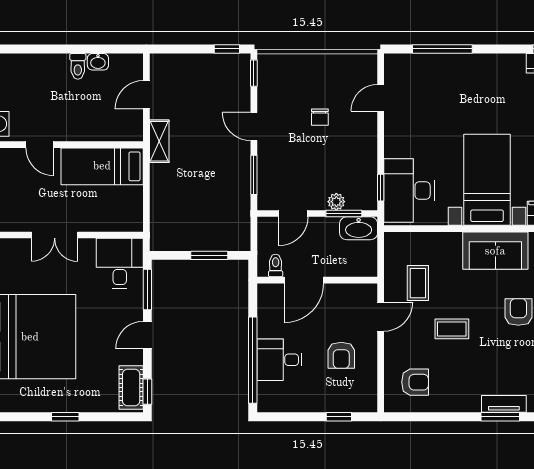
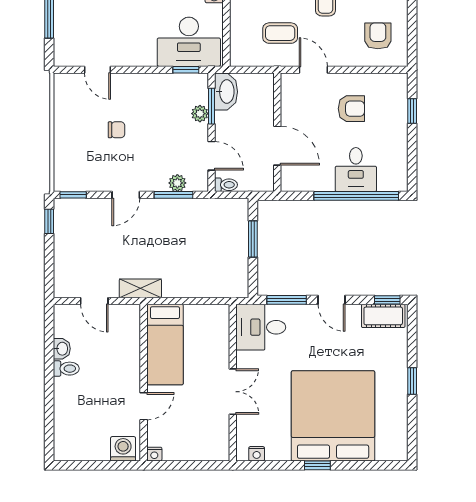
plant: (266, 179) -> (177, 183), added
toilet: (276, 265) -> (226, 185), moved, turned 180

